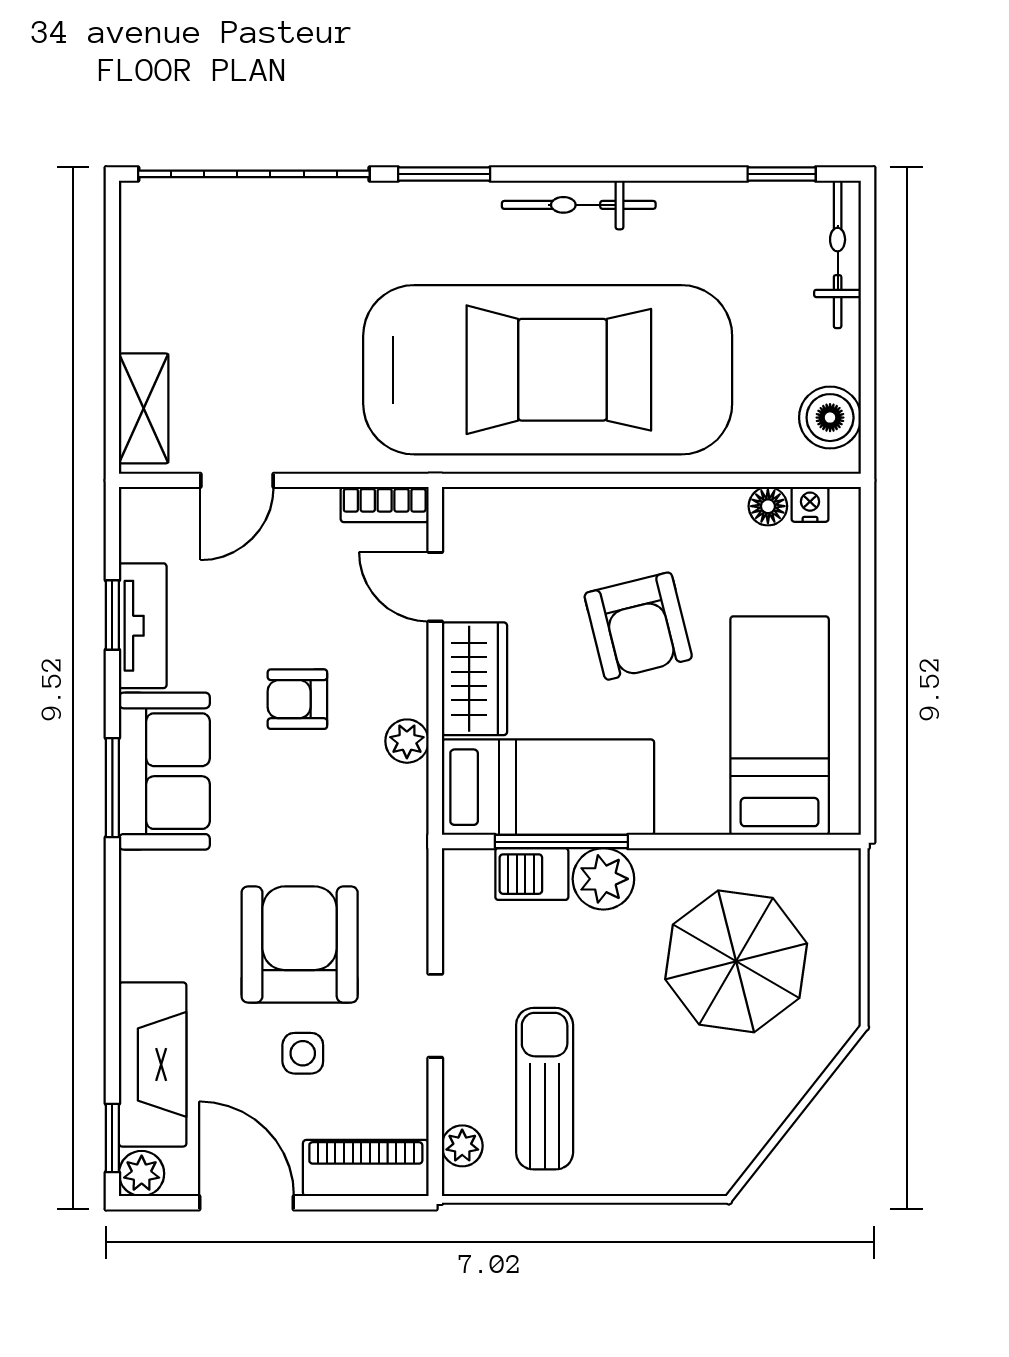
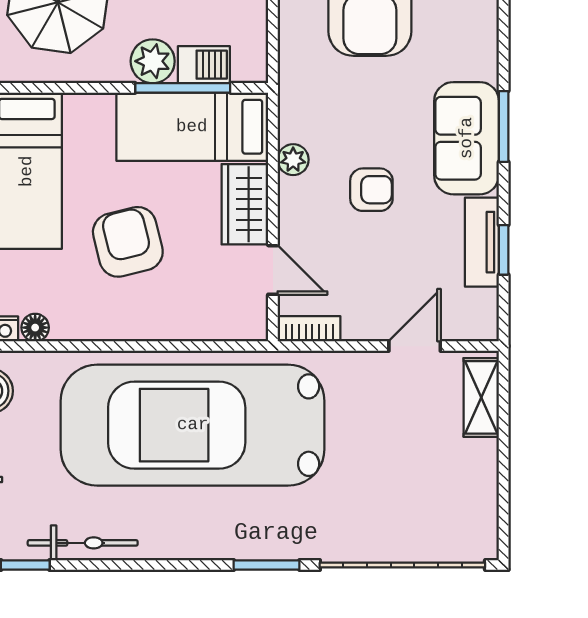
bicycle: (579, 205) -> (83, 543), moved

